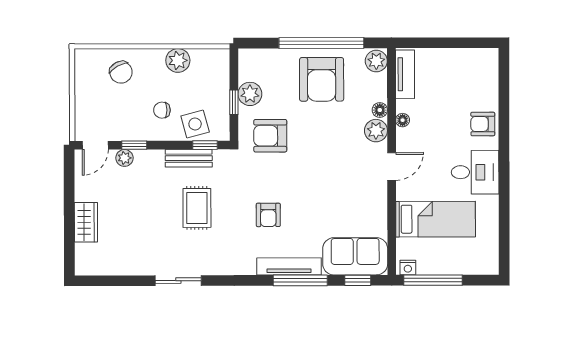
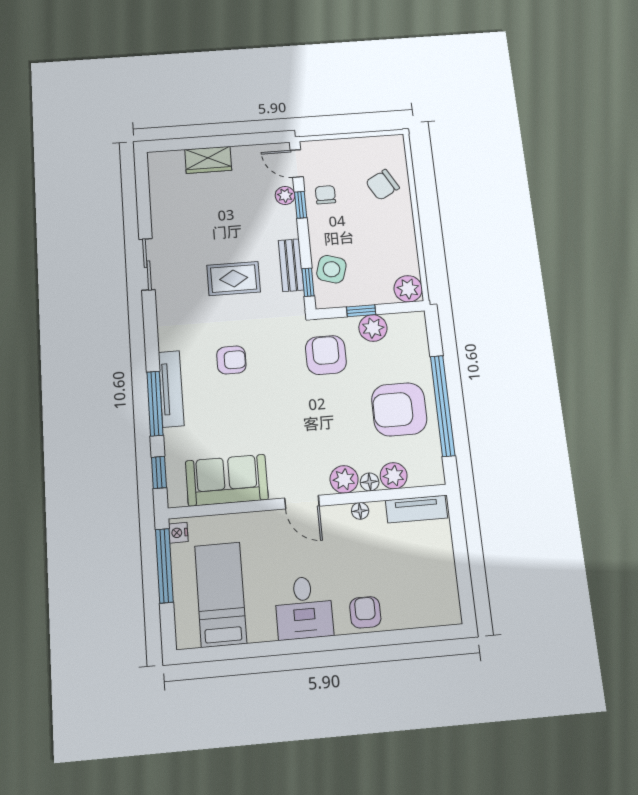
plant: (178, 60) -> (408, 289), moved
plant: (376, 61) -> (394, 476), moved
chair: (162, 110) -> (325, 195), moved
side table: (195, 124) -> (331, 269), turned 32
armchair: (268, 215) -> (231, 360), turned 180
bed: (436, 219) -> (221, 594), moved, turned 180
sofa: (355, 256) -> (227, 480), moved, turned -90

